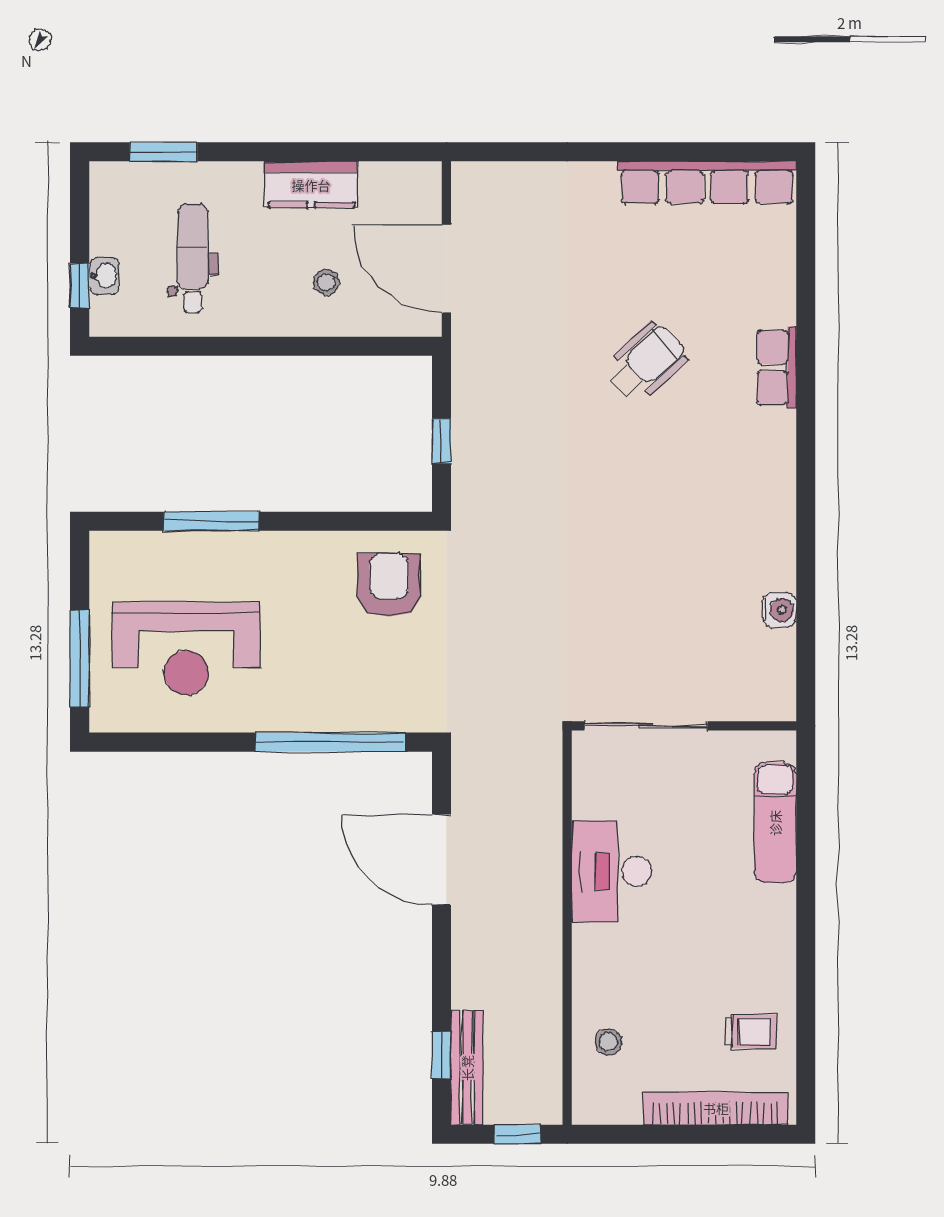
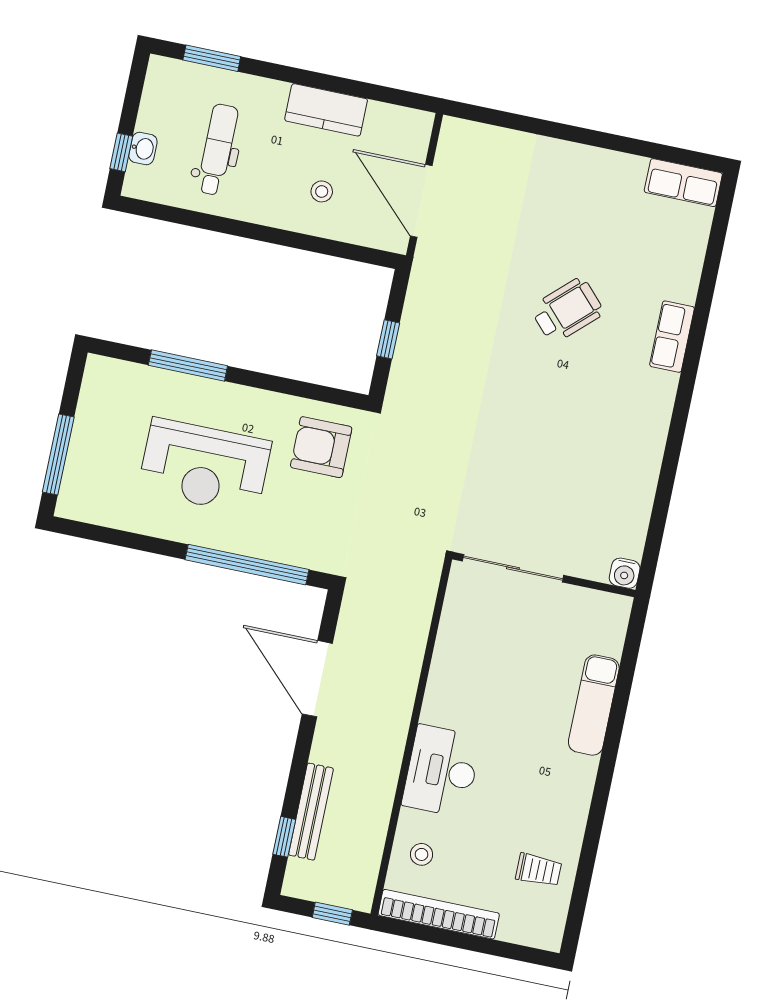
row of seats: (707, 182) -> (683, 183), width x0.50
armchair: (389, 585) -> (321, 447), turned -90
water cooler: (779, 610) -> (625, 573), moved, turned 90
reception desk: (186, 649) -> (205, 466), moved
sliding door: (646, 726) -> (513, 568), moved
wall: (684, 726) -> (544, 575), moved
desk: (612, 871) -> (442, 771), moved
bench: (467, 1068) -> (311, 812), moved
bookcase: (716, 1108) -> (439, 914), moved

